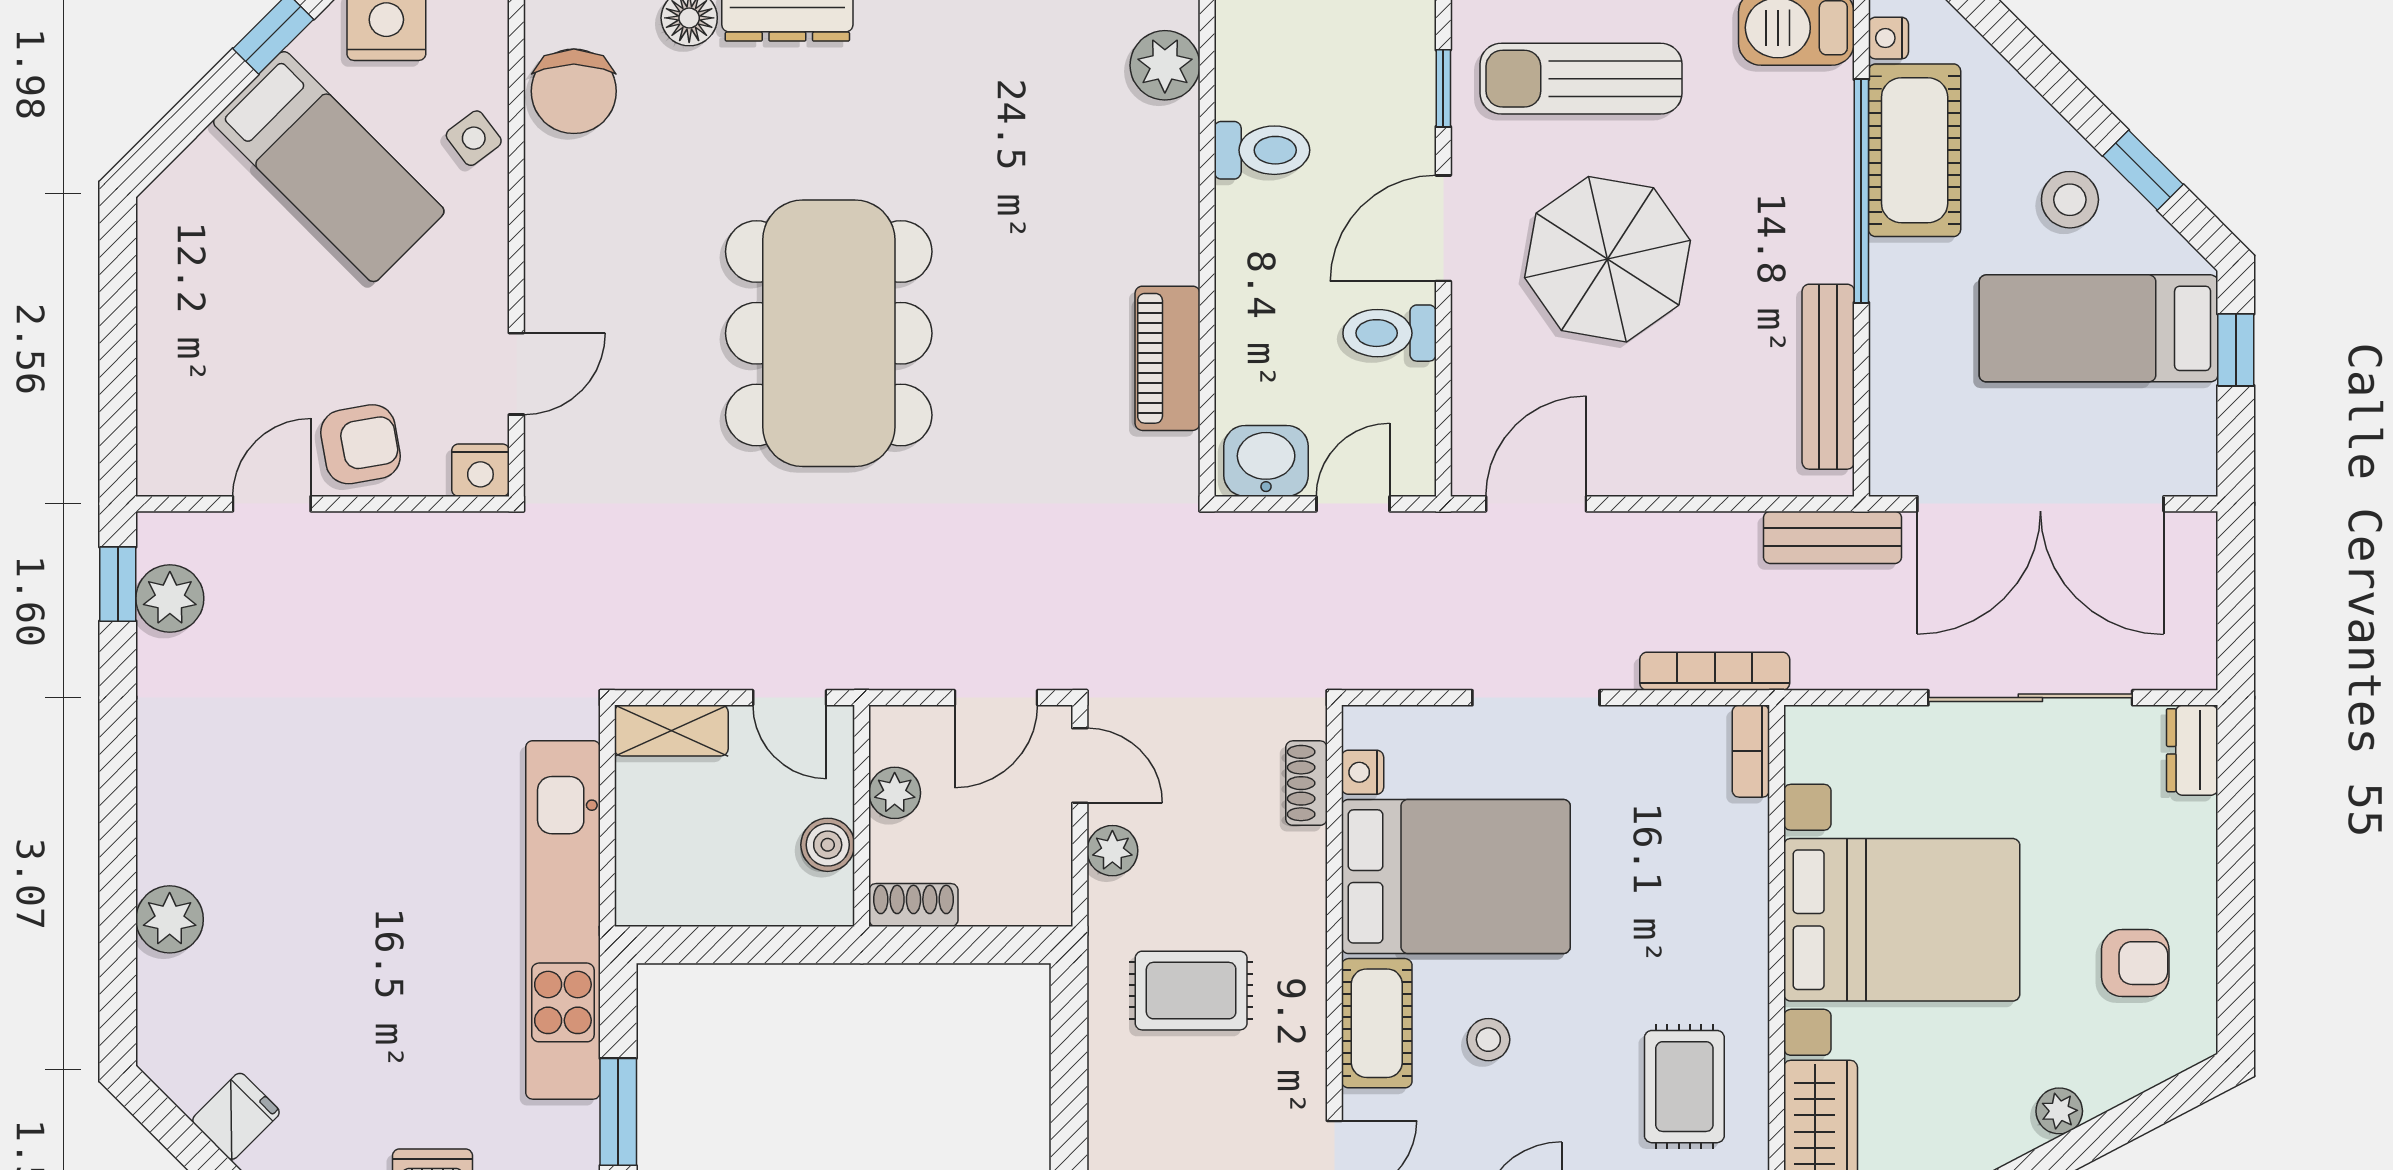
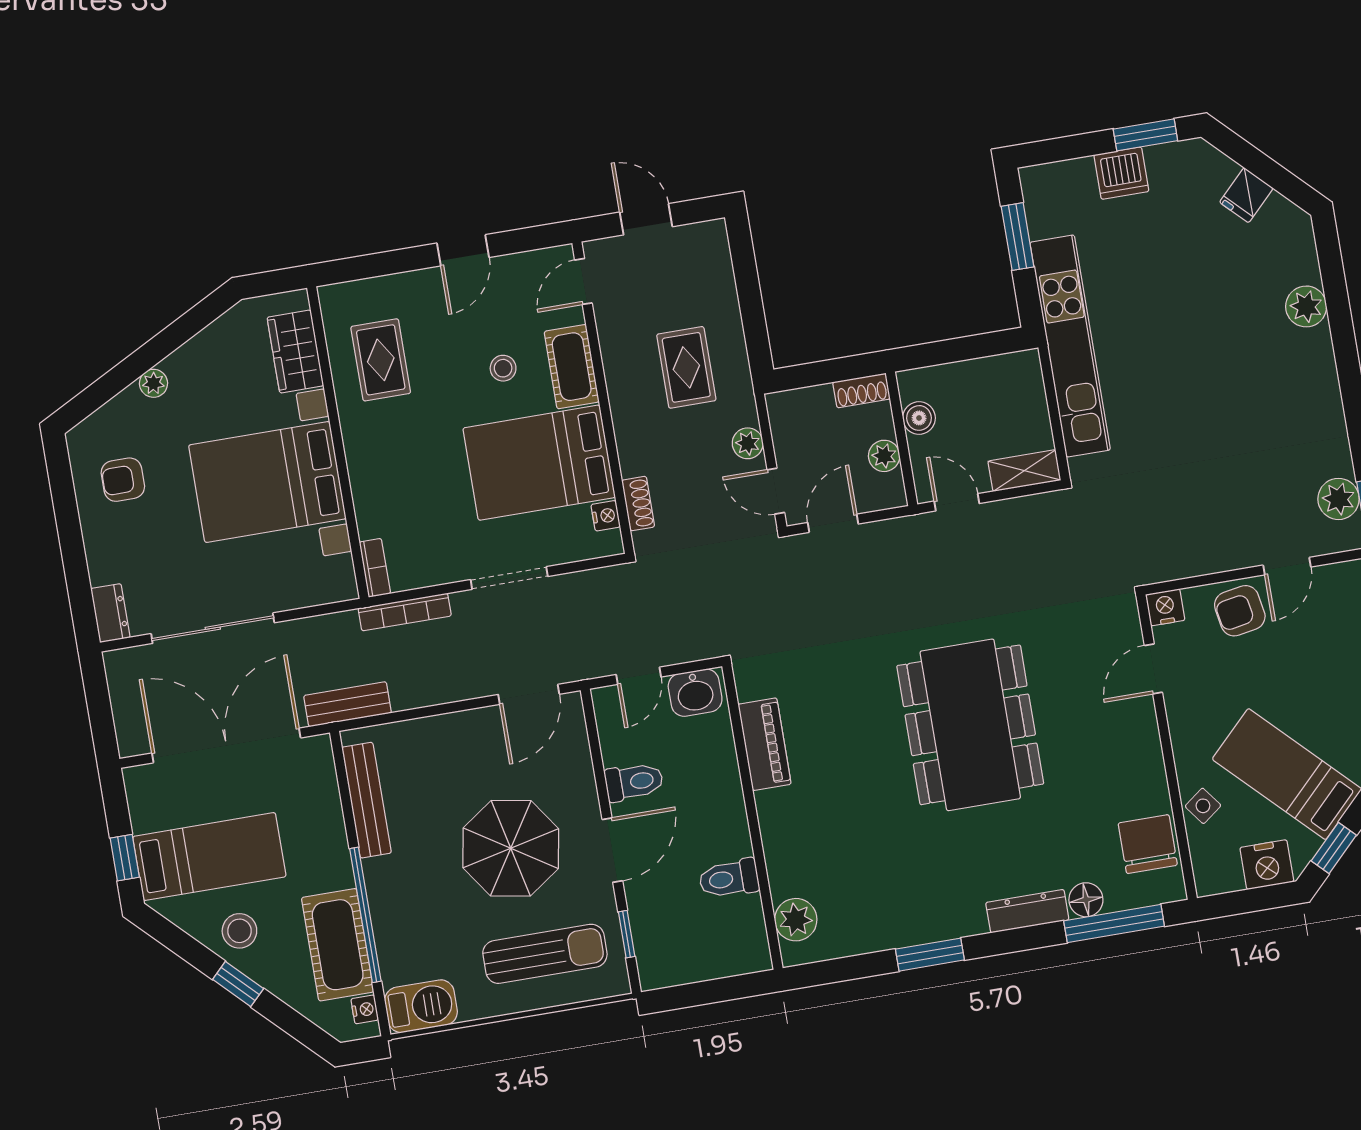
window: (2143, 170) -> (238, 984), moved
rug: (1191, 991) -> (686, 367), turned 90

